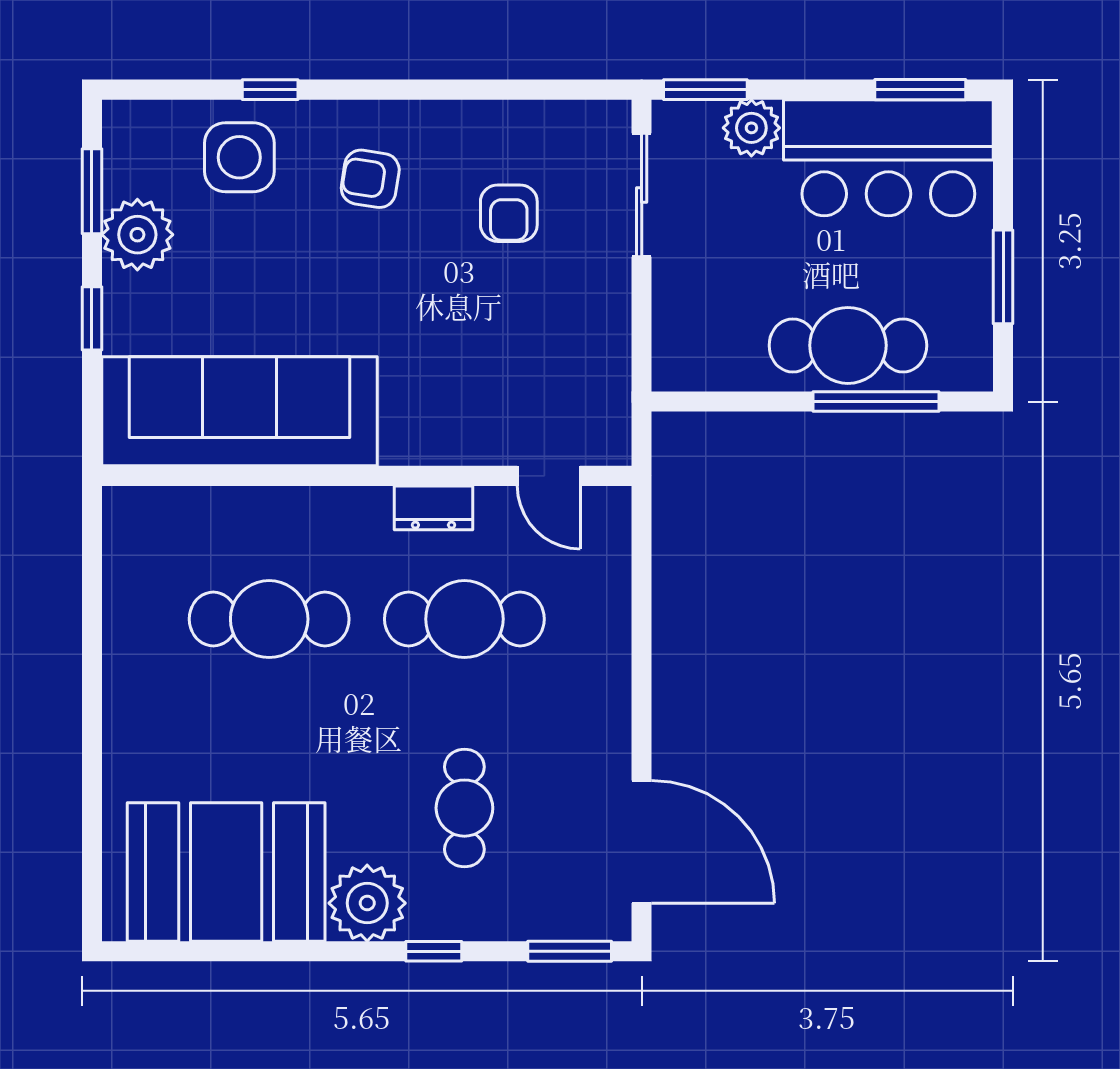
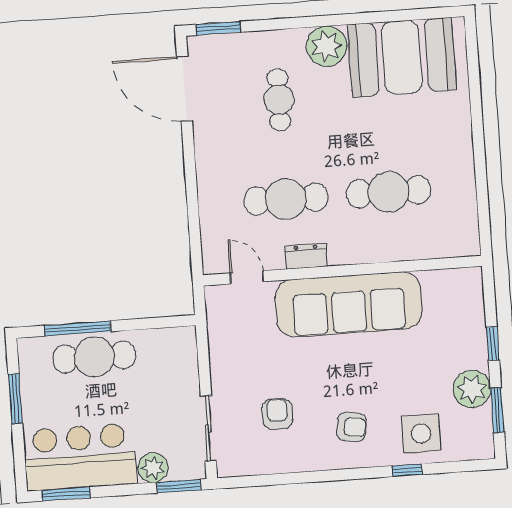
sofa: (240, 411) -> (349, 304), moved
window: (434, 951) -> (290, 23), removed

